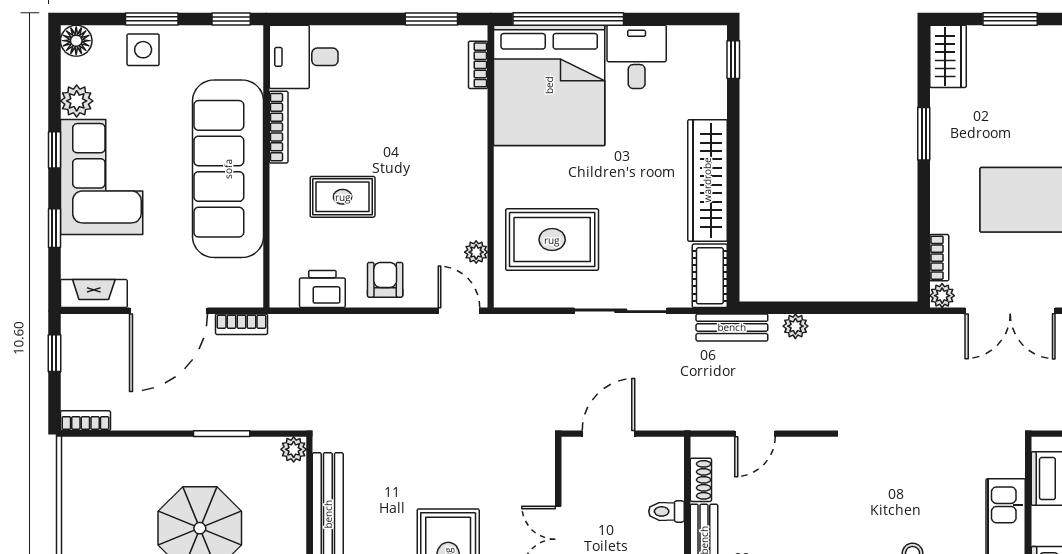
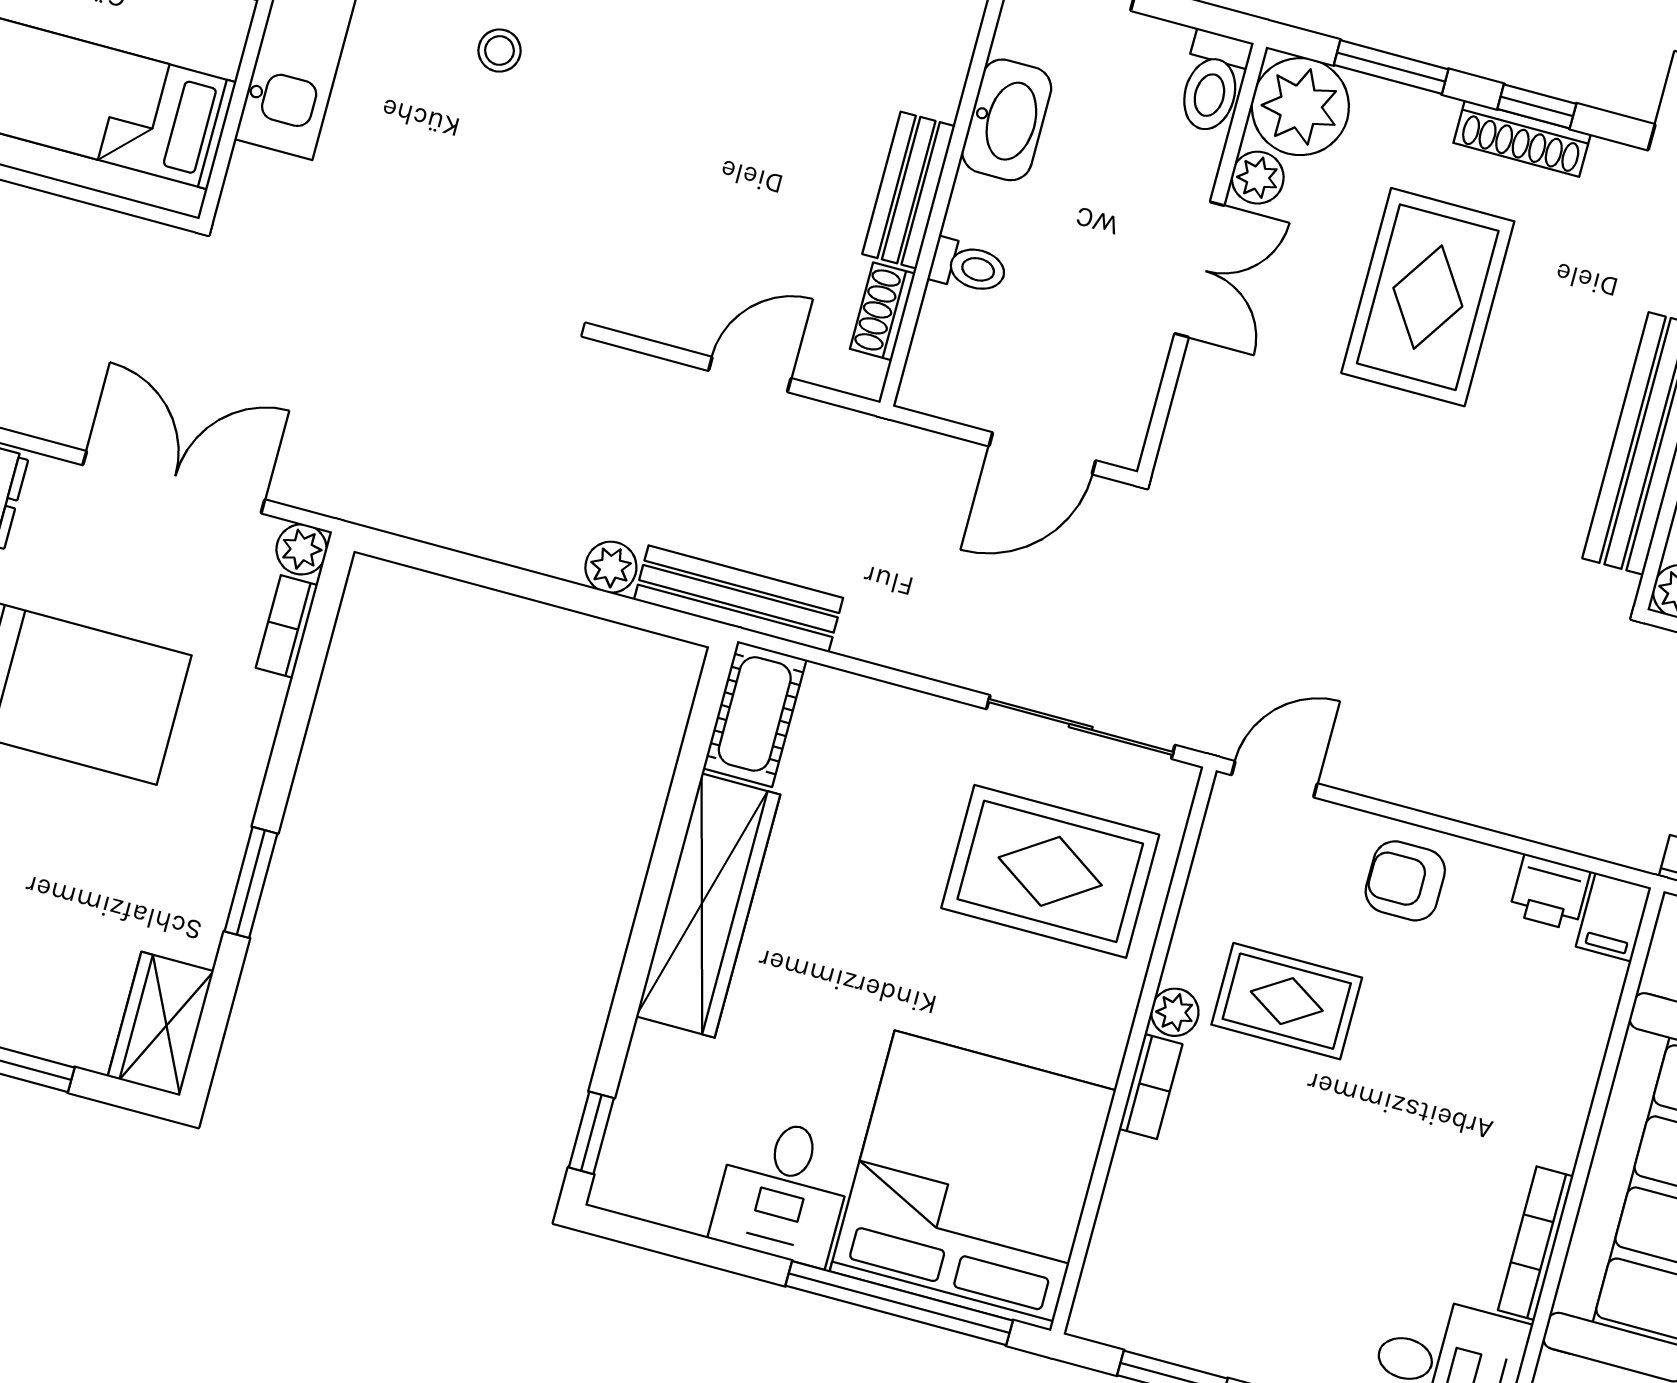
bookcase: (478, 65) -> (1151, 1087), moved
rug: (343, 197) -> (1287, 1001), moved
plant: (476, 252) -> (1175, 1012), moved
armchair: (385, 280) -> (1405, 881), turned 90
filing cabinet: (283, 289) -> (1614, 917), added
printer: (322, 289) -> (1550, 892), width x0.73, depth x0.81
door: (459, 311) -> (1274, 779), swing flipped
sliding door: (621, 311) -> (1081, 727), moved
bench: (732, 327) -> (738, 599), width x1.36

